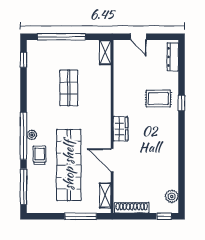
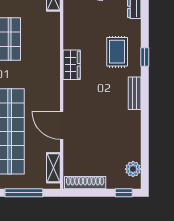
rug: (158, 99) -> (117, 52), turned 90
wardrobe: (120, 129) -> (72, 65), moved
bench: (173, 133) -> (135, 93), added

